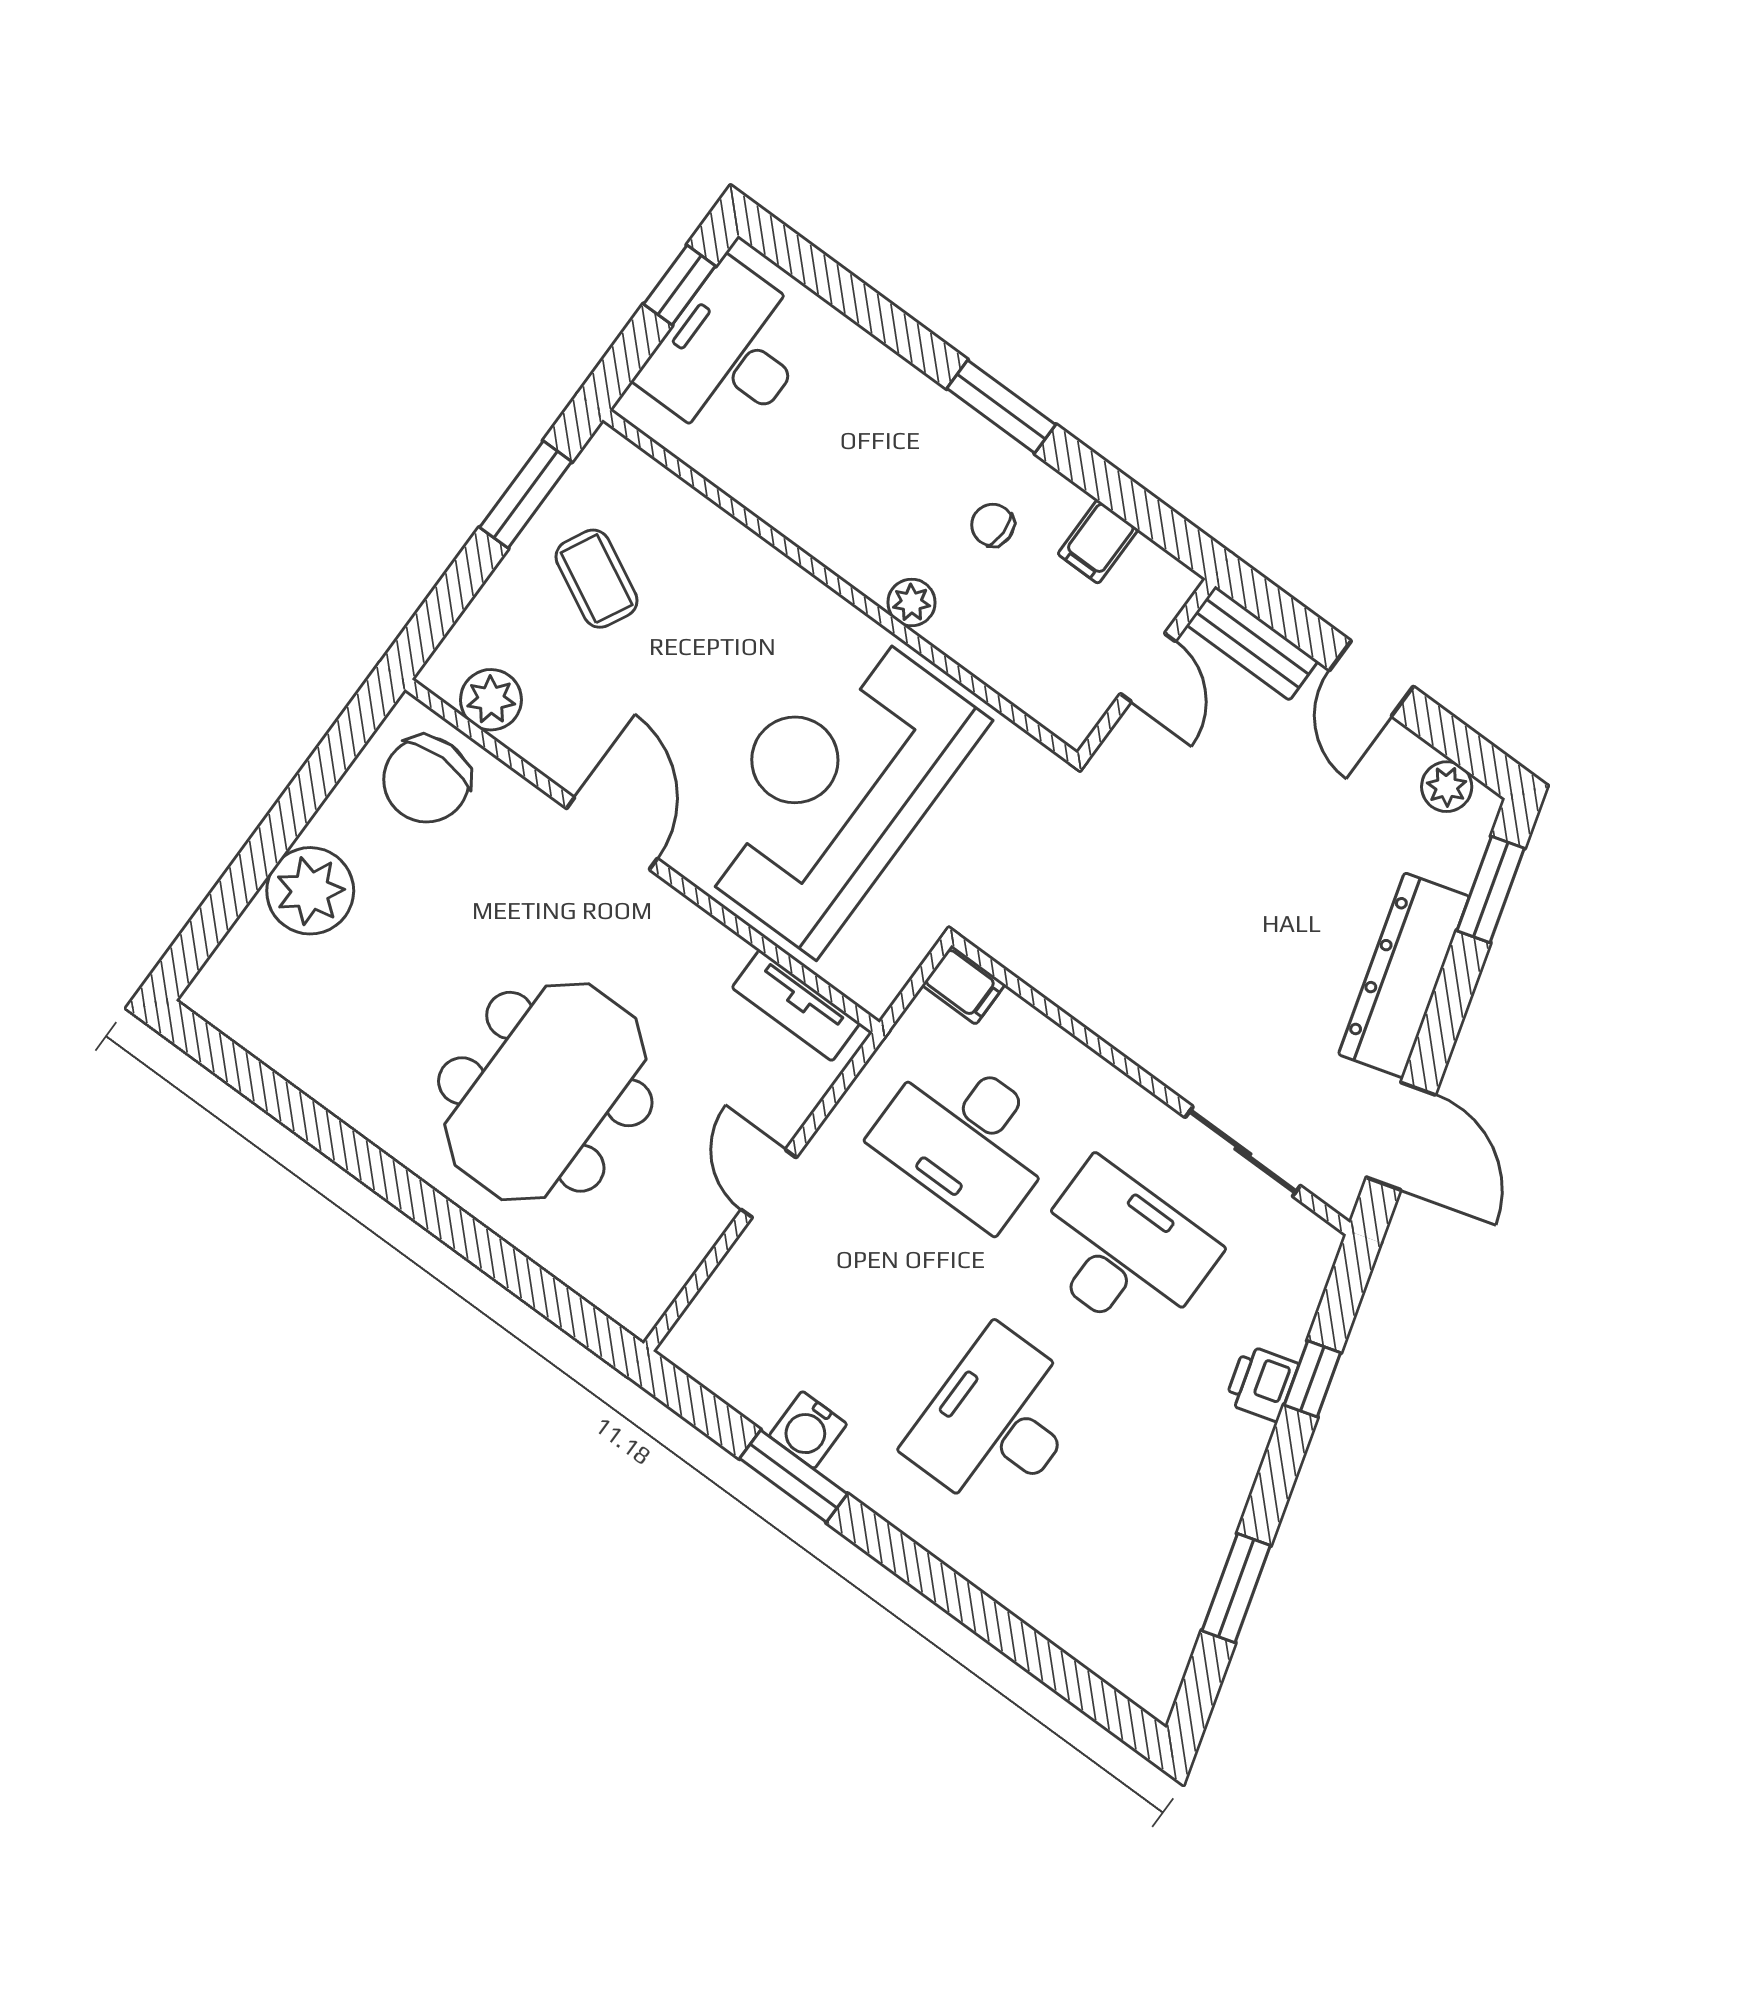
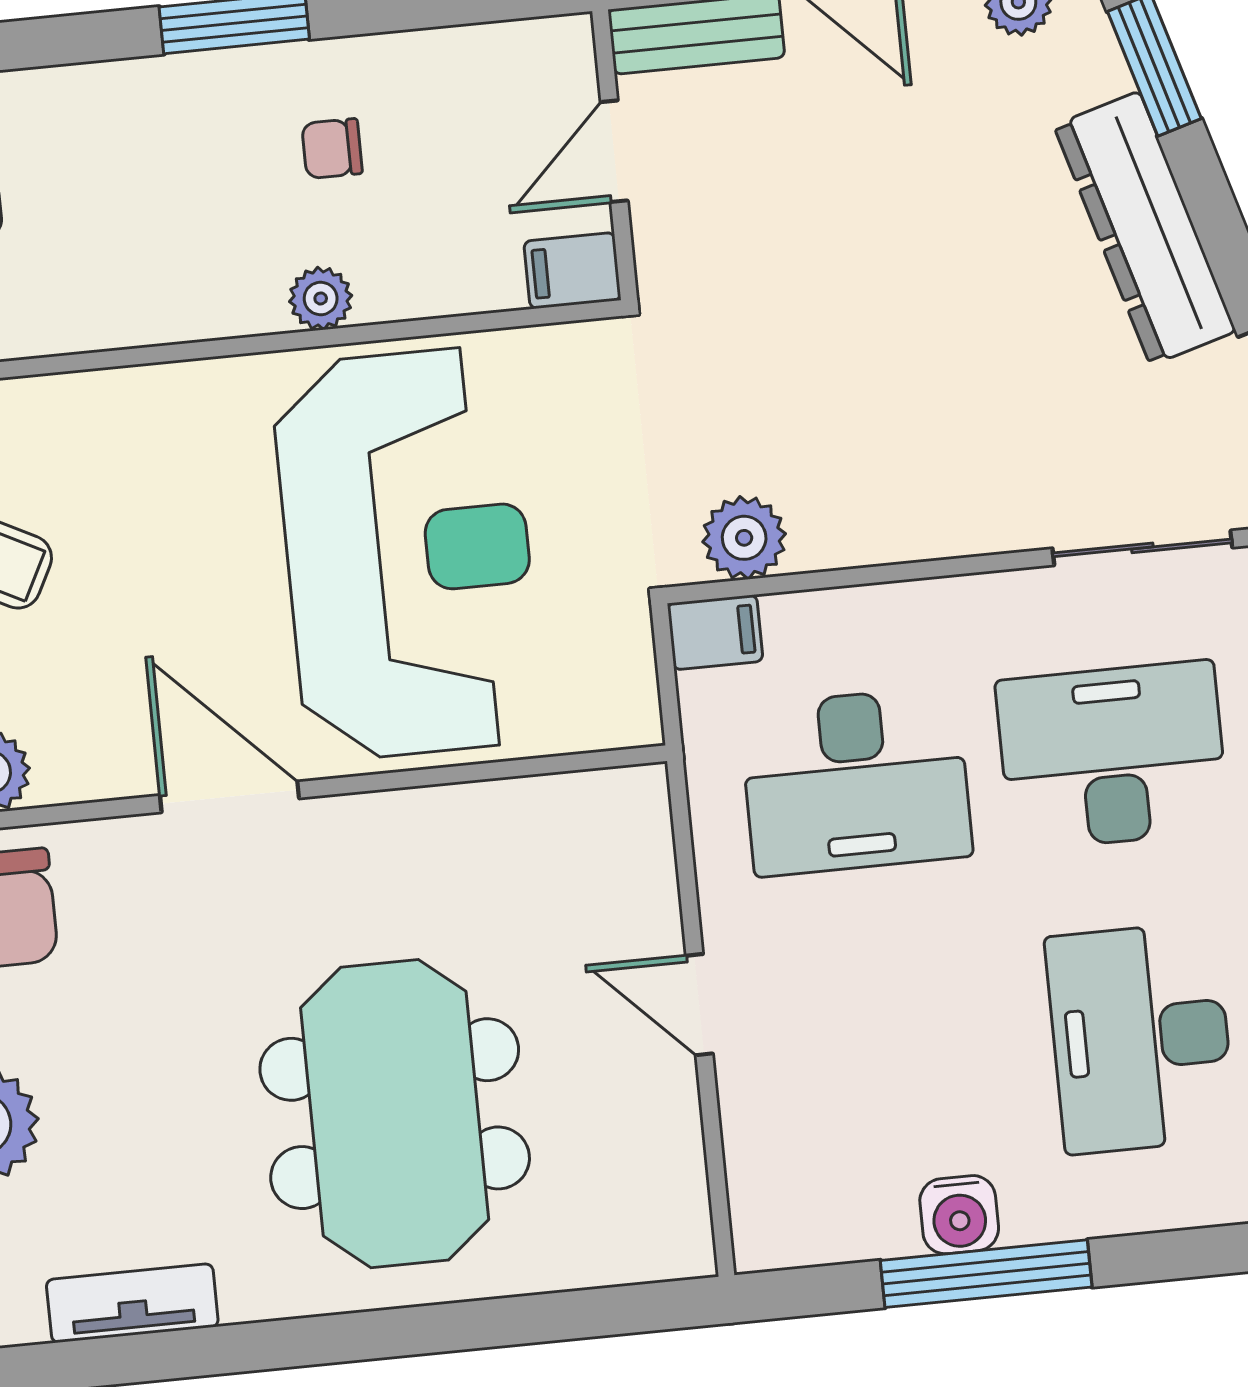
filing cabinet: (1098, 542) -> (572, 271), moved, turned 90
door: (1148, 667) -> (614, 151), swing flipped
reception desk: (833, 788) -> (408, 553), turned 180
plant: (1027, 947) -> (744, 538), added
tv unit: (796, 1006) -> (132, 1303), moved, turned 180
window: (794, 1476) -> (986, 1274), width x1.44

